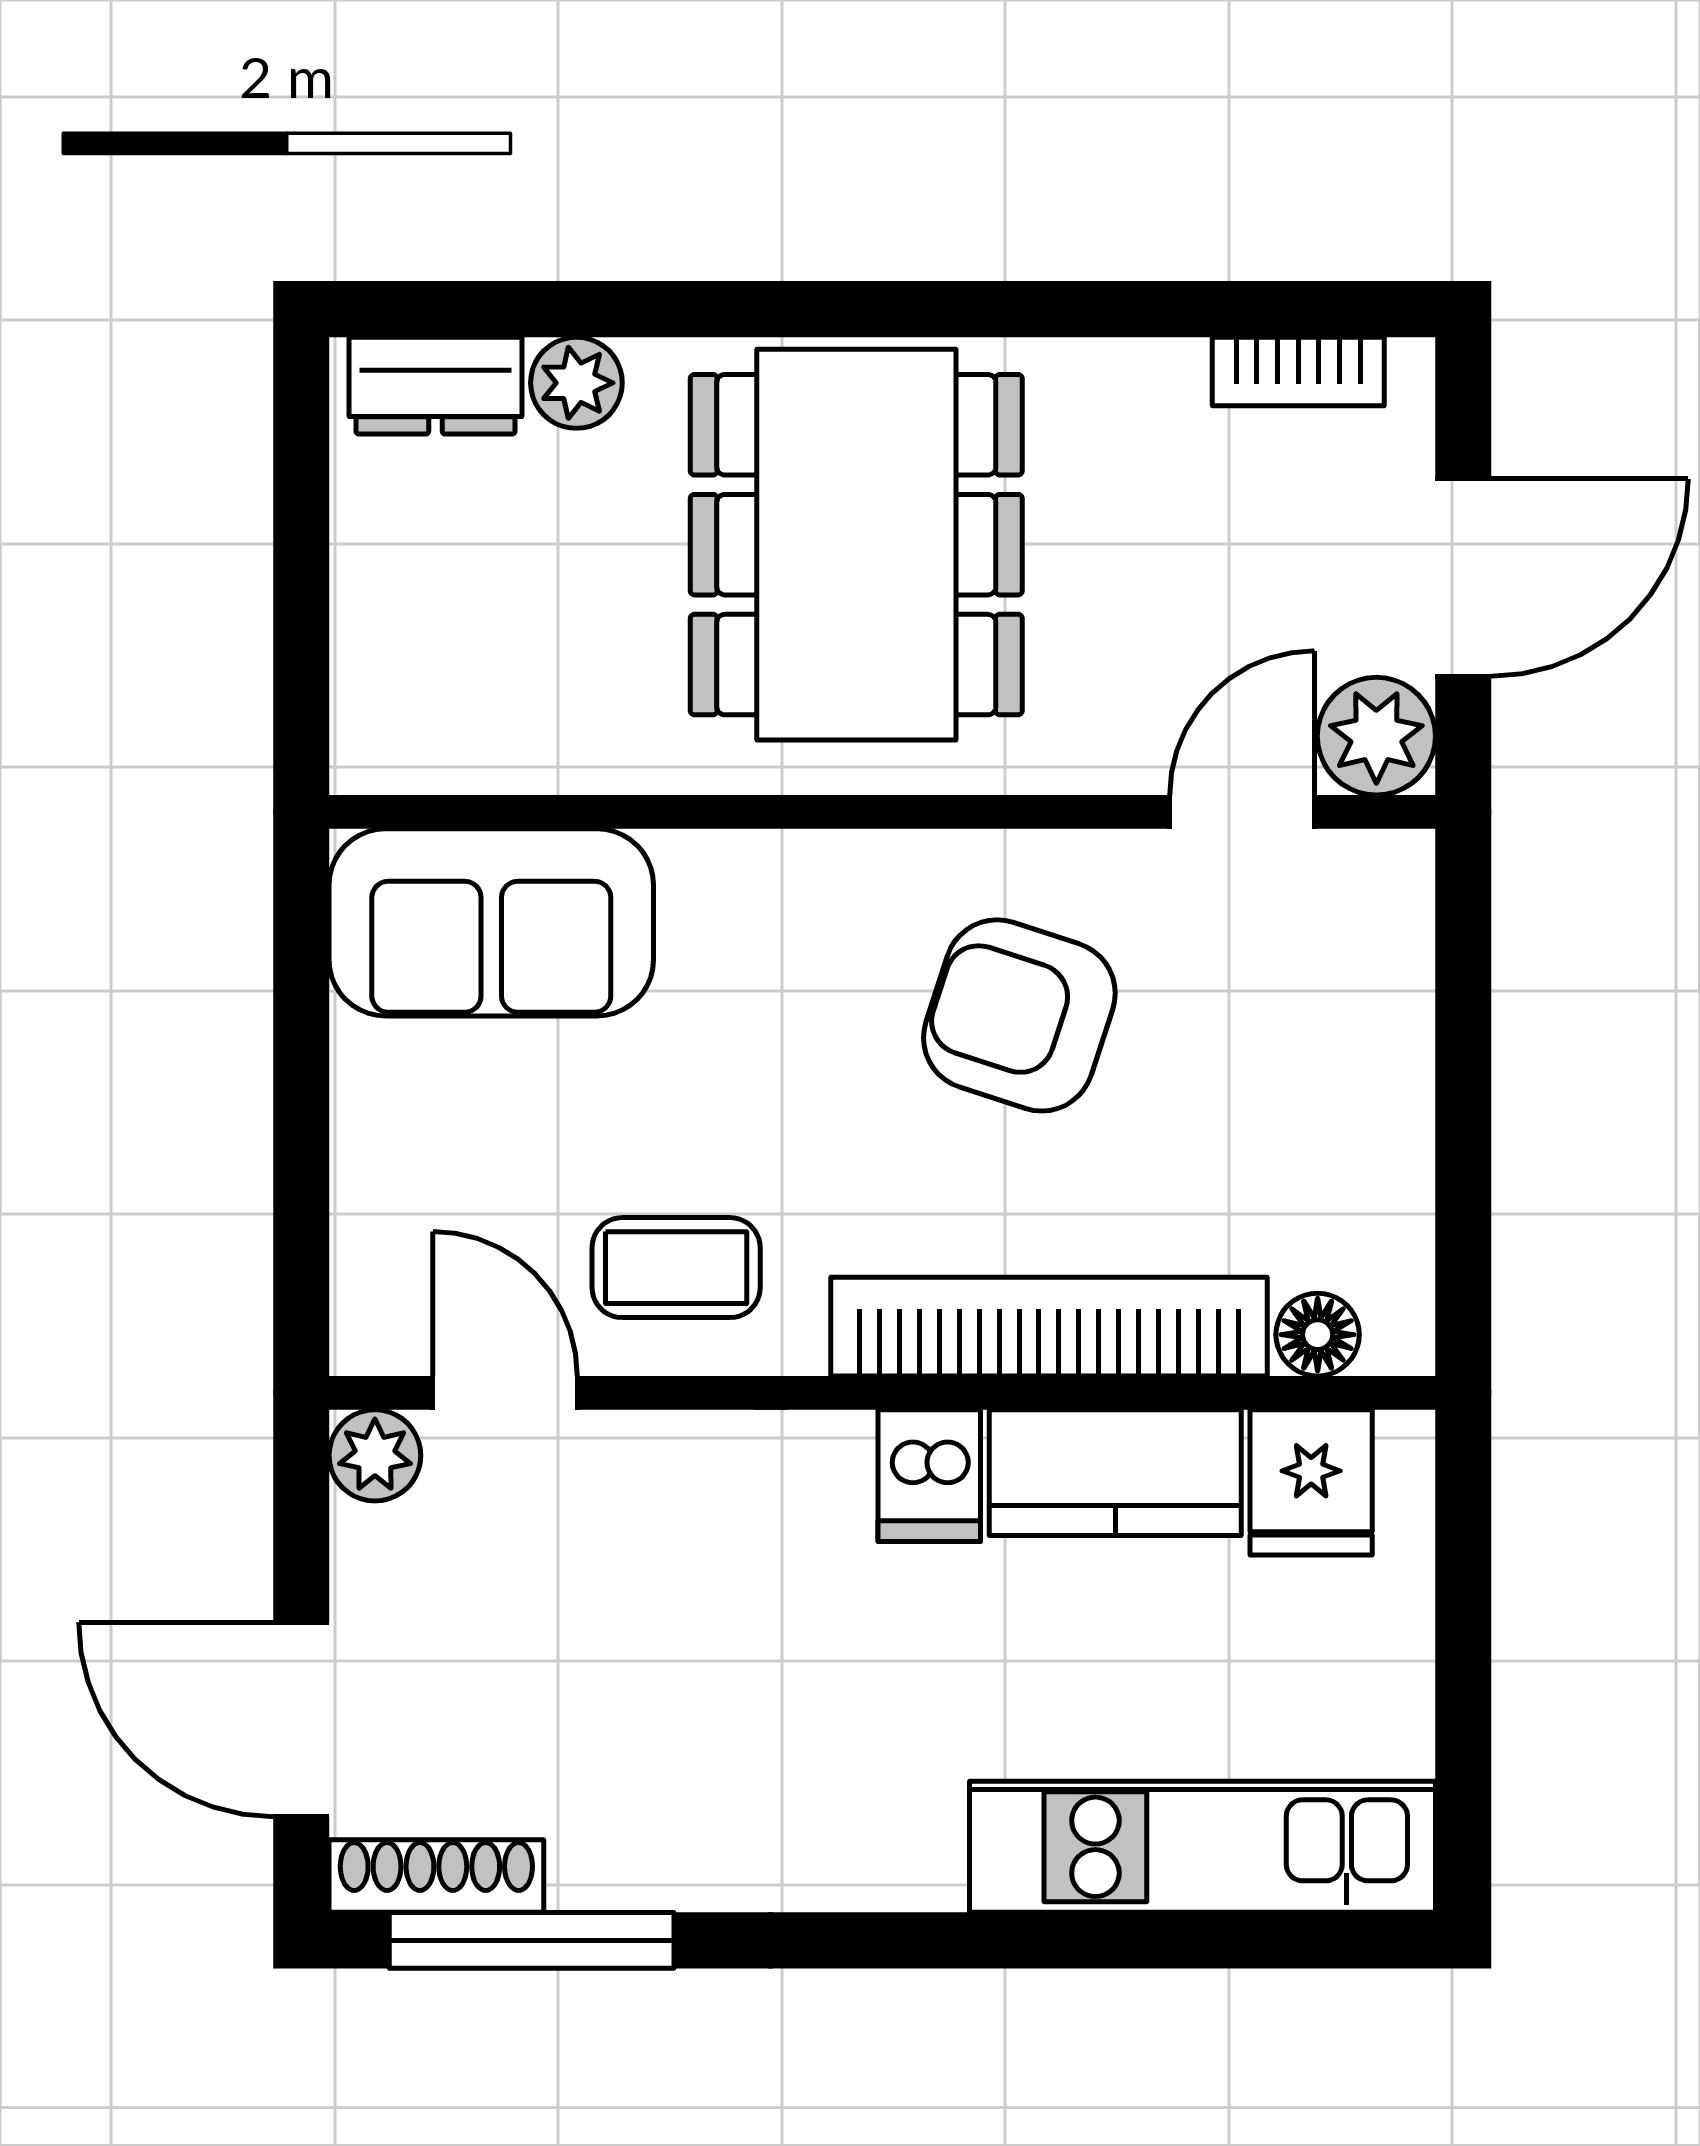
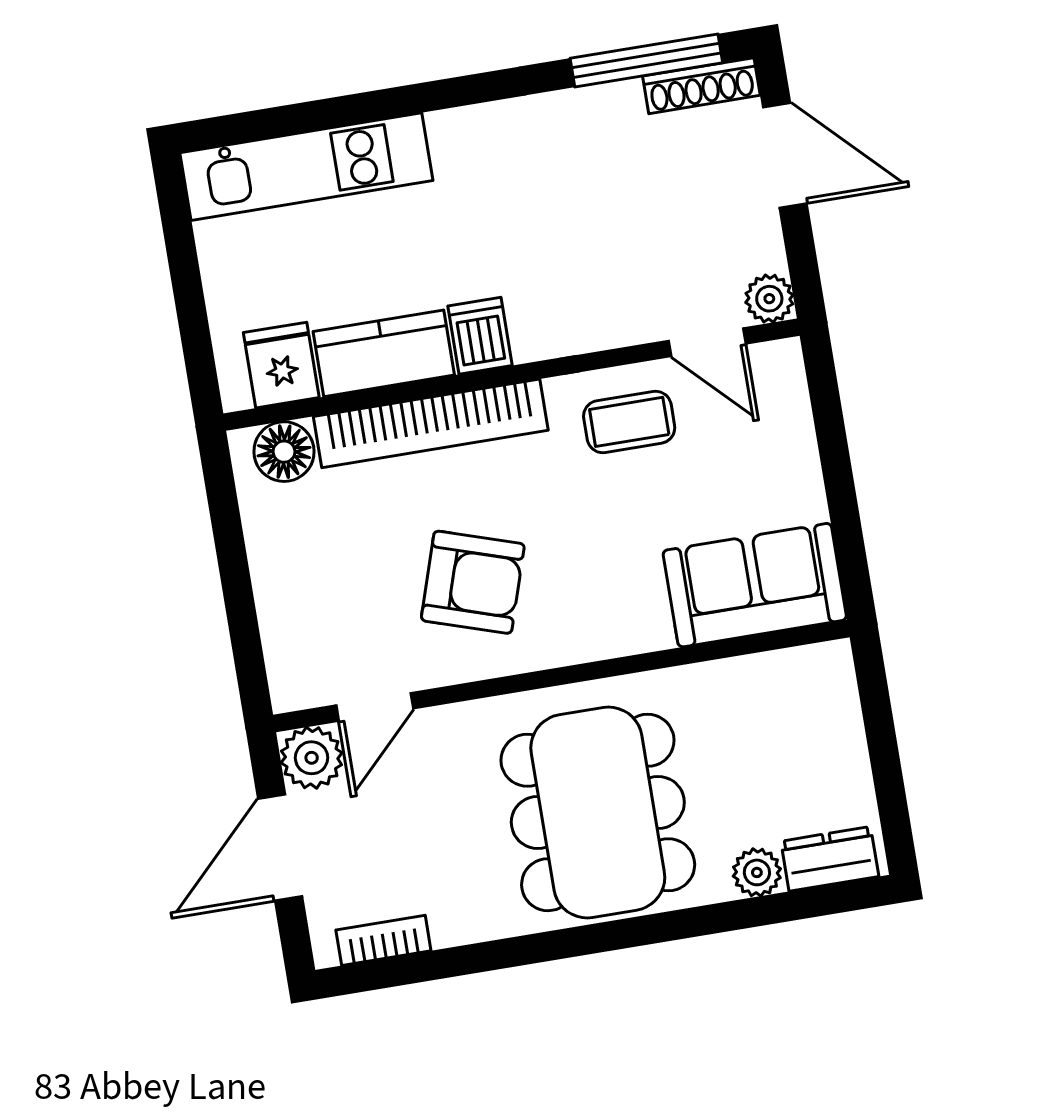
floor lamp: (1318, 1335) -> (284, 452), width x1.37, depth x1.37

